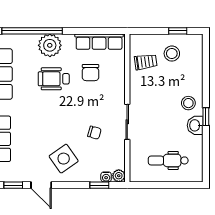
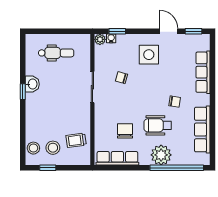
wheelchair: (54, 79) -> (158, 125), turned 180
stool: (188, 103) -> (33, 148), moved
chair: (35, 106) -> (175, 102), added
side table: (64, 159) -> (149, 55), turned 35

